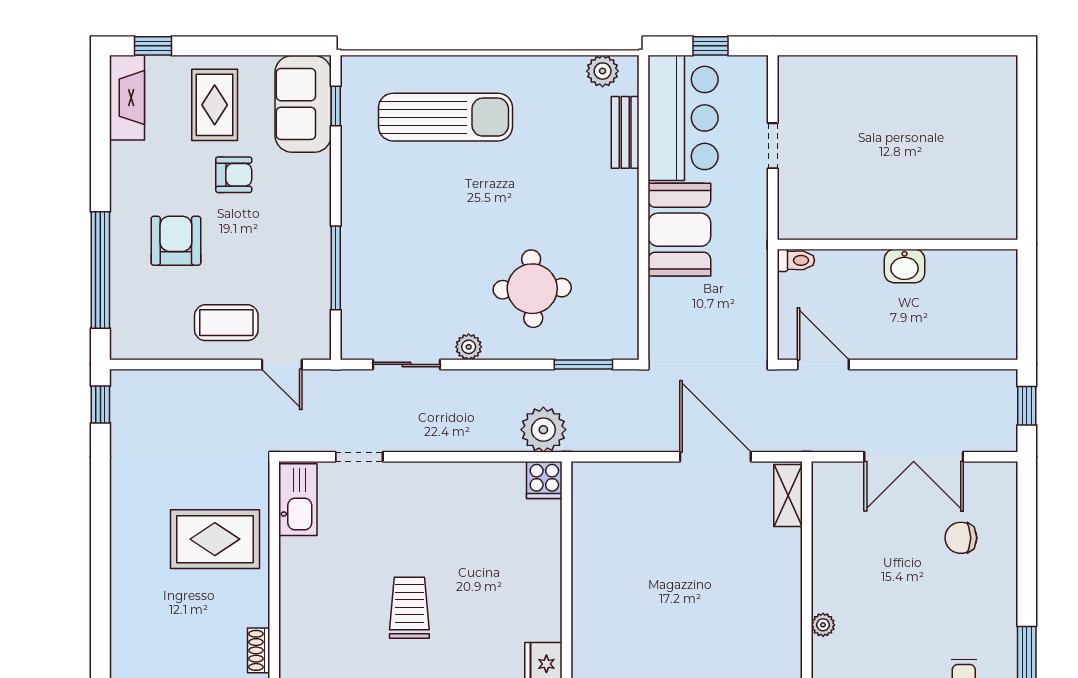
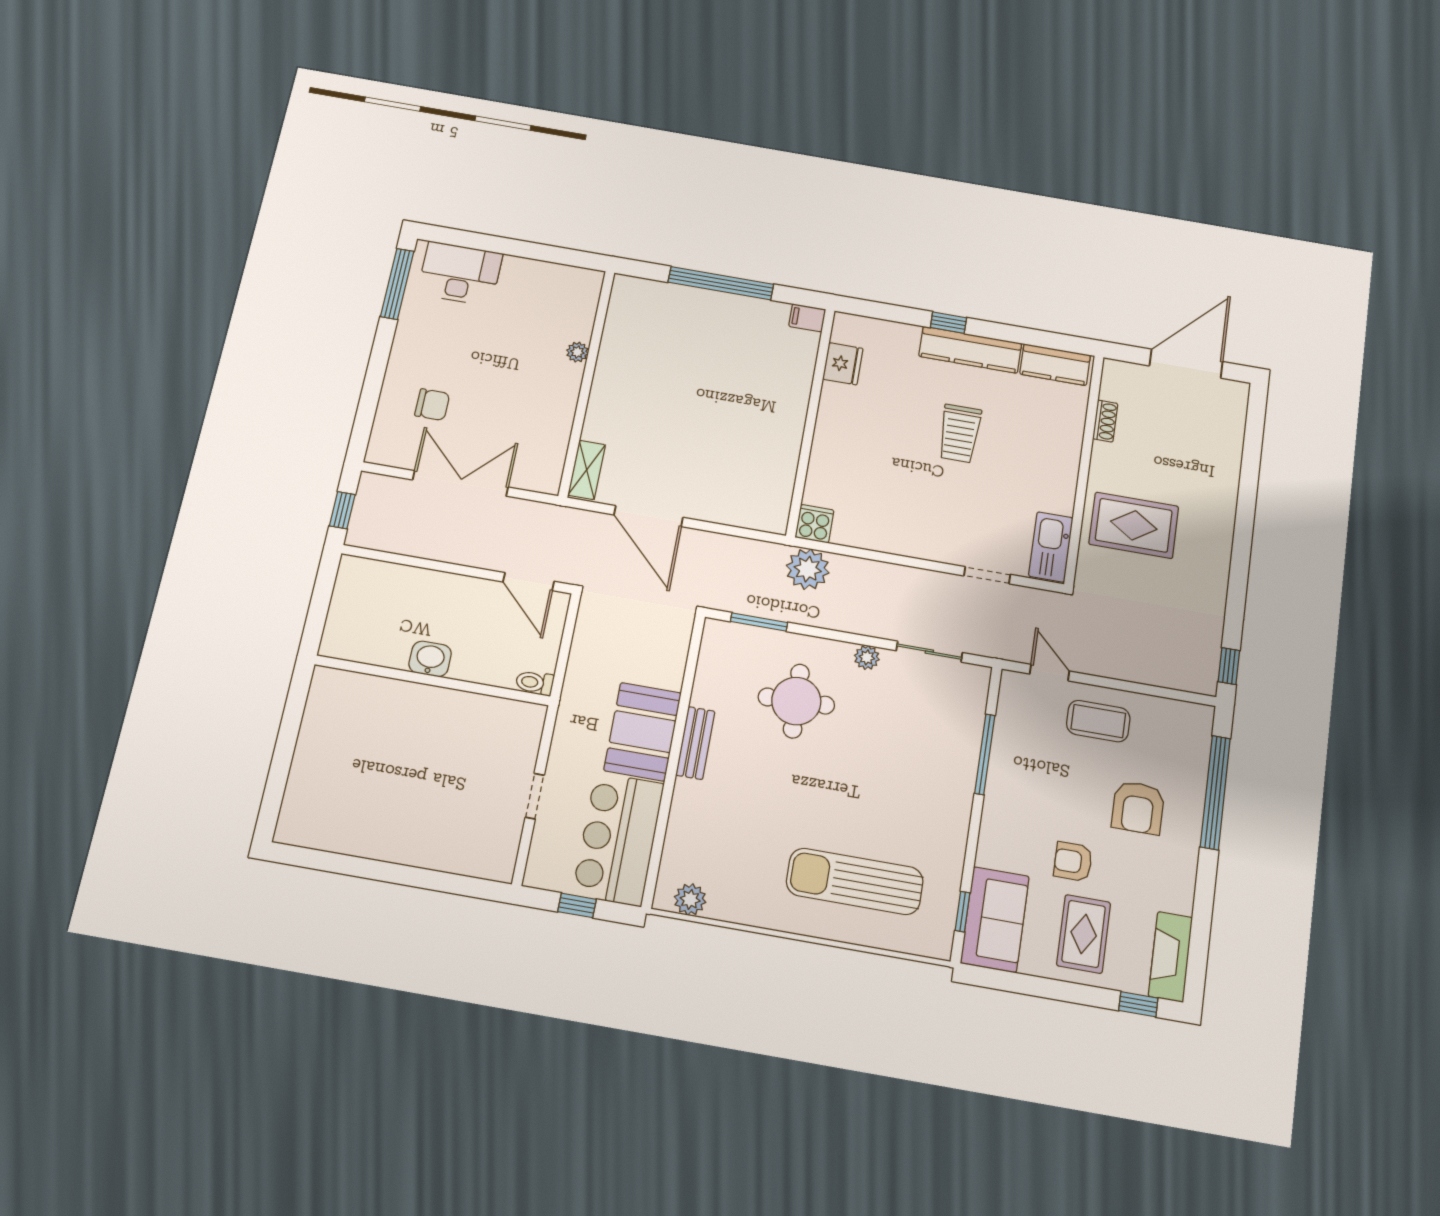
bench: (625, 132) -> (695, 743), moved

